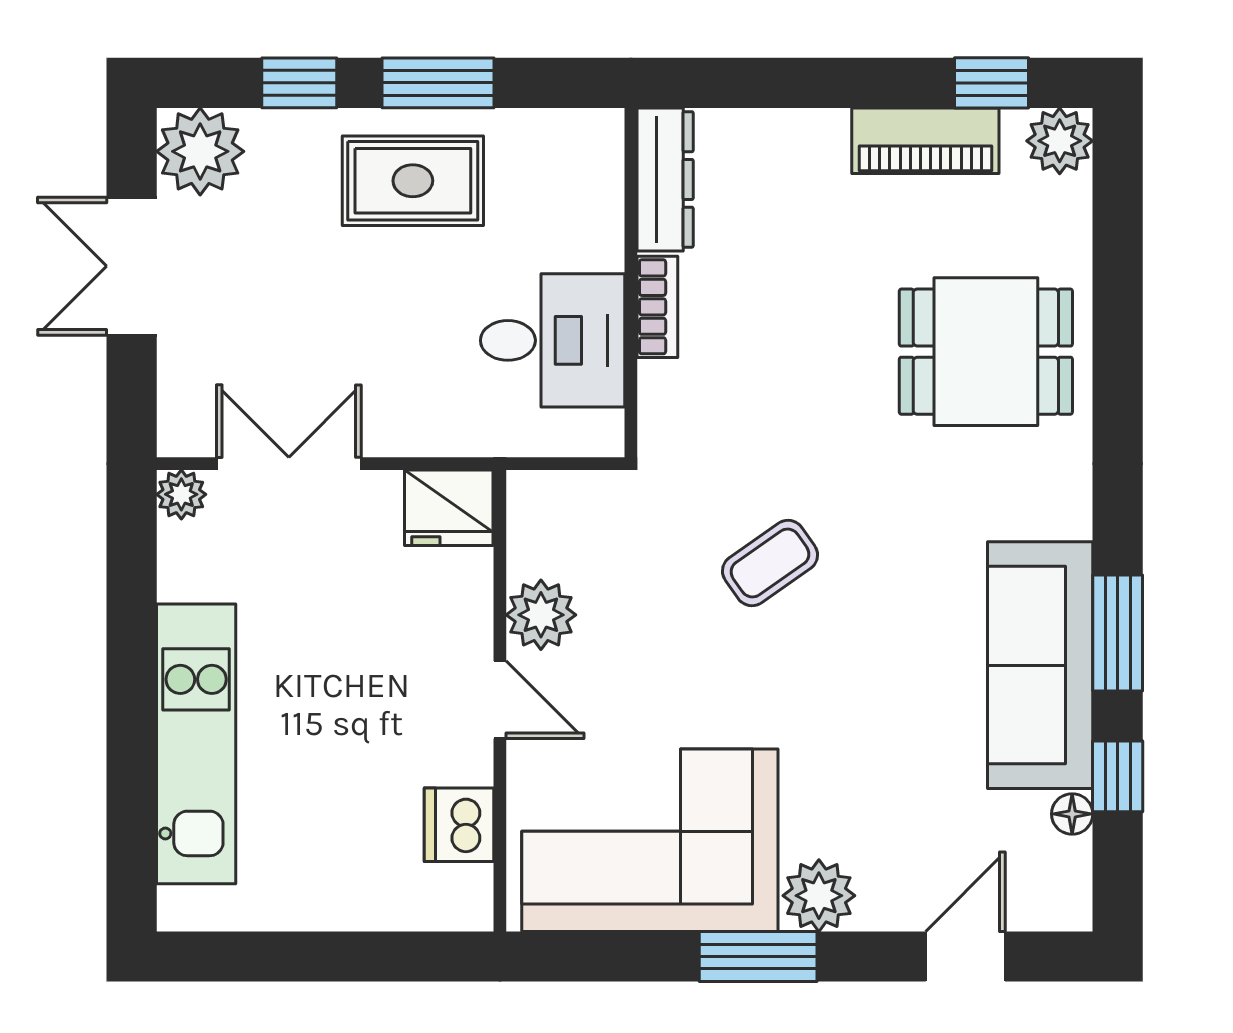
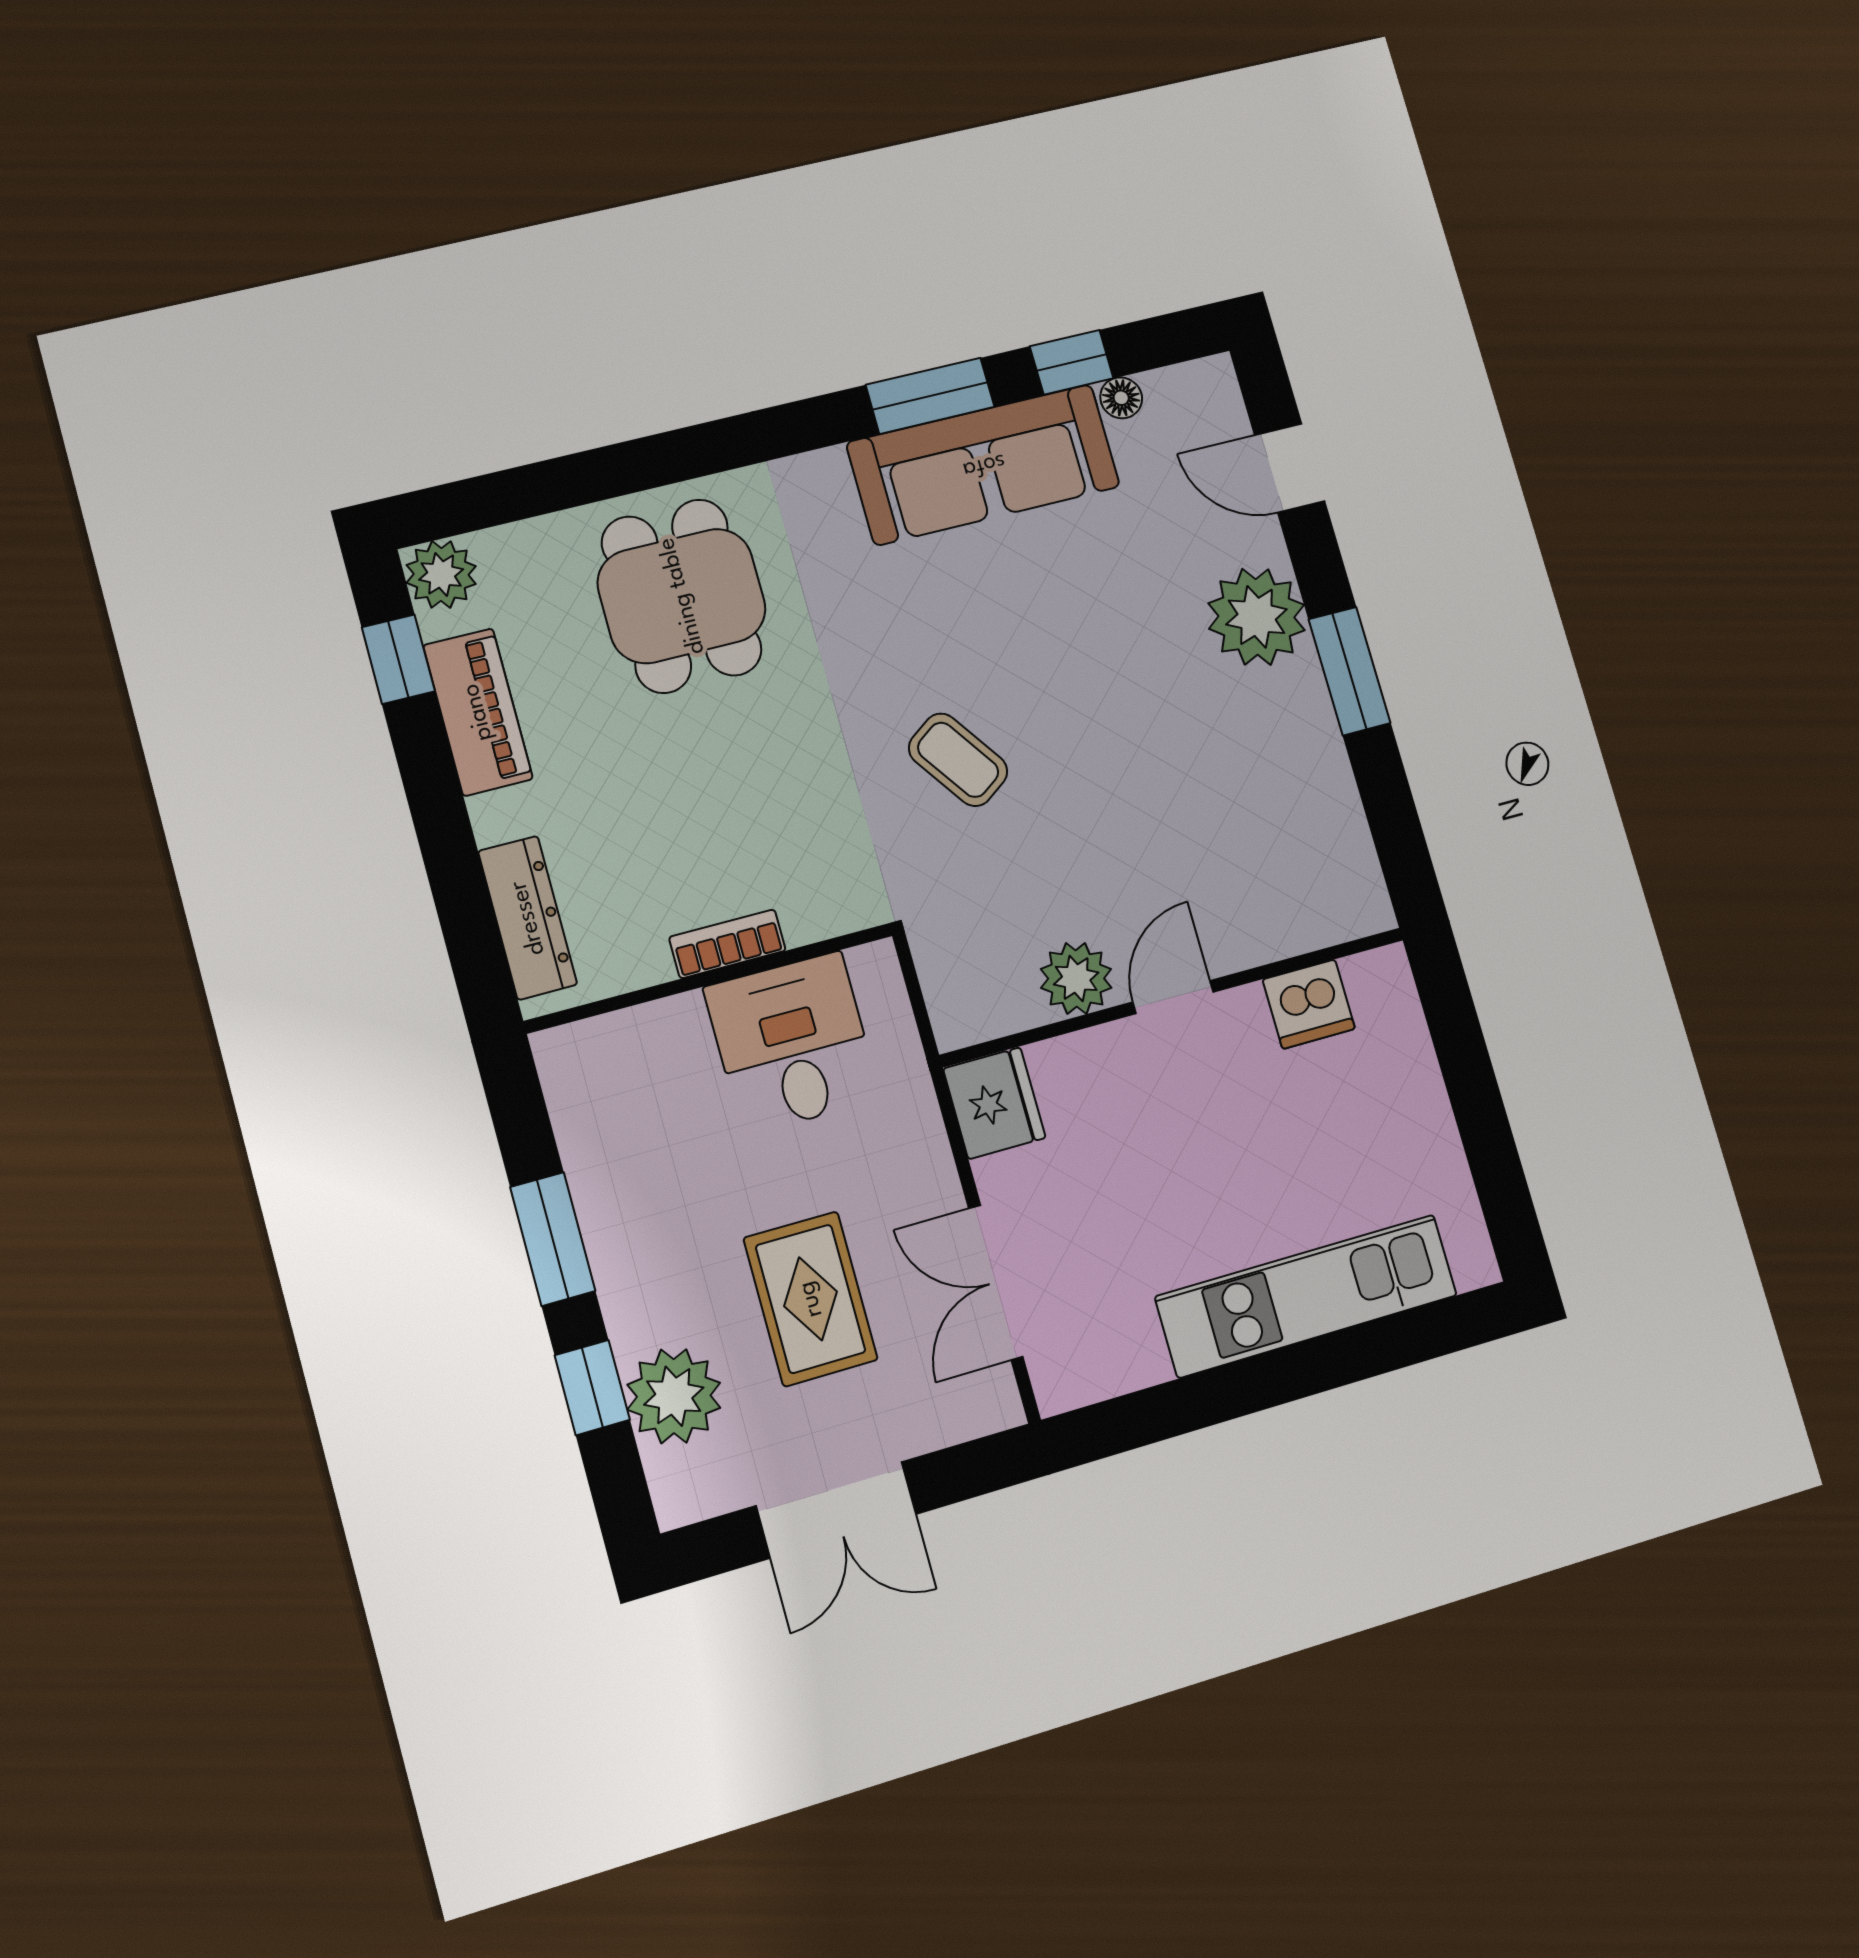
plant: (200, 151) -> (674, 1396), moved
dresser: (665, 179) -> (528, 918), moved, turned 90
rug: (413, 181) -> (811, 1299), moved
plant: (181, 494) -> (1059, 1386), removed
corner sofa: (650, 840) -> (1268, 808), removed
plant: (819, 896) -> (1257, 617), width x1.36, depth x1.36

